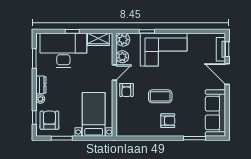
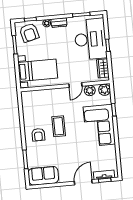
door: (114, 73) -> (75, 85), hinge flipped
armchair: (126, 90) -> (61, 97), removed
sofa: (215, 113) -> (43, 176), width x0.73
armchair: (49, 120) -> (29, 33), turned 76

